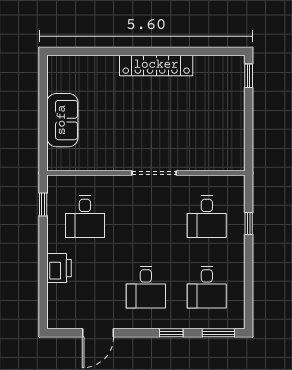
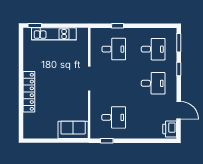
locker: (156, 65) -> (29, 92), moved
kitchen unit: (234, 110) -> (54, 34), added
sofa: (62, 120) -> (73, 130), moved
printer: (59, 268) -> (170, 129), moved, turned -90

